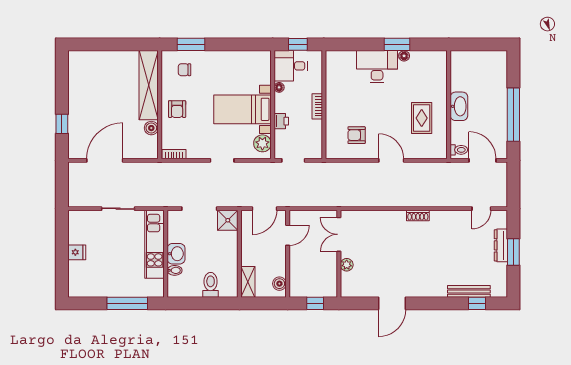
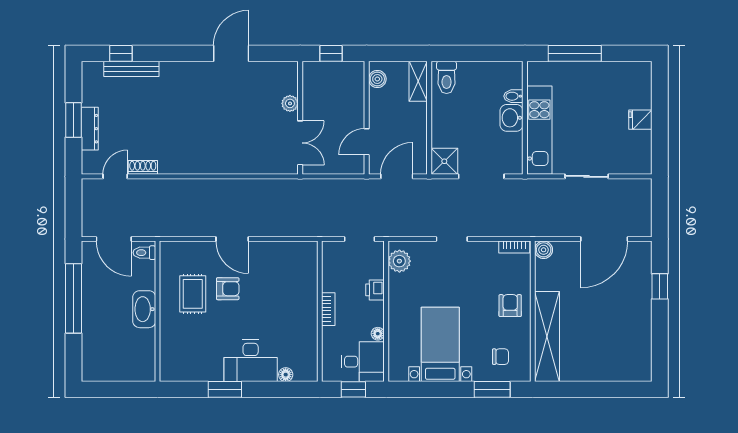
floor lamp: (404, 56) -> (286, 375), moved
bed with nightstands: (242, 109) -> (440, 344), moved, turned -90
boiler: (151, 128) -> (544, 250), moved
armchair: (357, 135) -> (228, 289), moved
shoe rack: (418, 215) -> (143, 167), moved
toilet: (211, 285) -> (447, 77), moved

